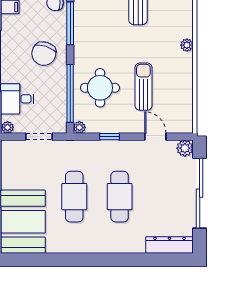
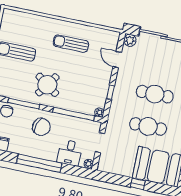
plant: (187, 45) -> (57, 24), removed
sun lounger: (143, 87) -> (71, 43), moved
round table: (100, 88) -> (47, 85), moved, turned 35
door: (155, 137) -> (117, 60), hinge flipped

